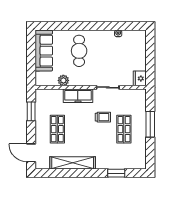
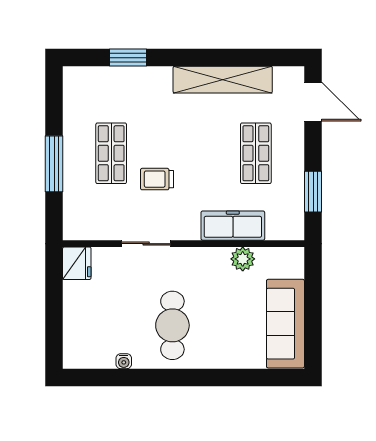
cafe table: (79, 51) -> (172, 325), moved
freezer: (78, 96) -> (233, 226), moved

